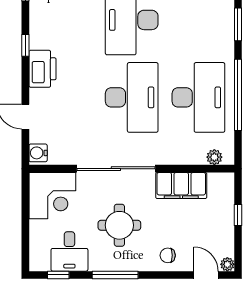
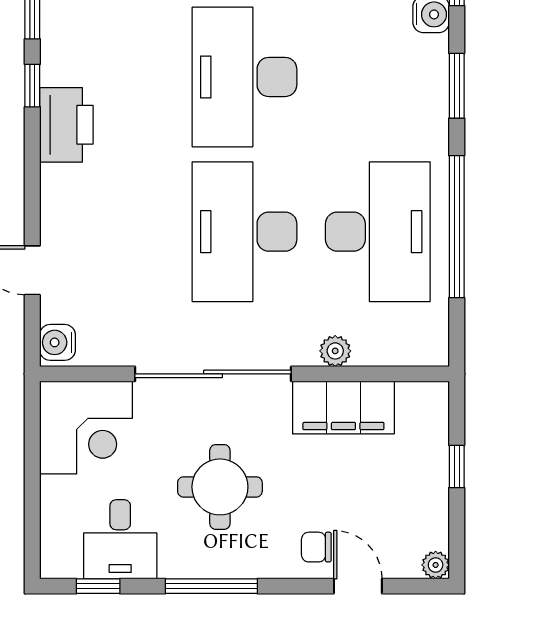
window: (25, 45) -> (32, 86), moved
printer: (42, 69) -> (66, 125), moved
desk: (132, 97) -> (244, 232), turned 180
plant: (214, 157) -> (335, 351), moved
door: (206, 275) -> (358, 586), moved

